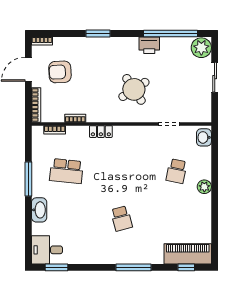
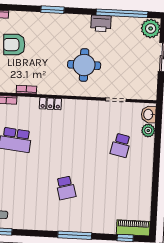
round table: (134, 89) -> (84, 65), turned 33
plant: (204, 187) -> (148, 131), moved
piano: (188, 254) -> (133, 228), width x0.73, depth x0.75

